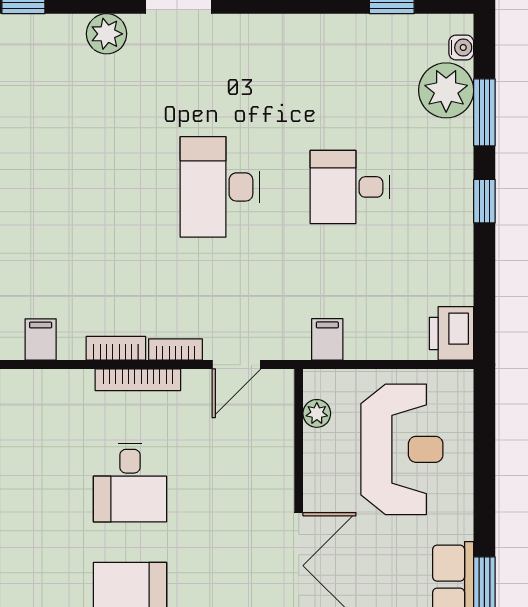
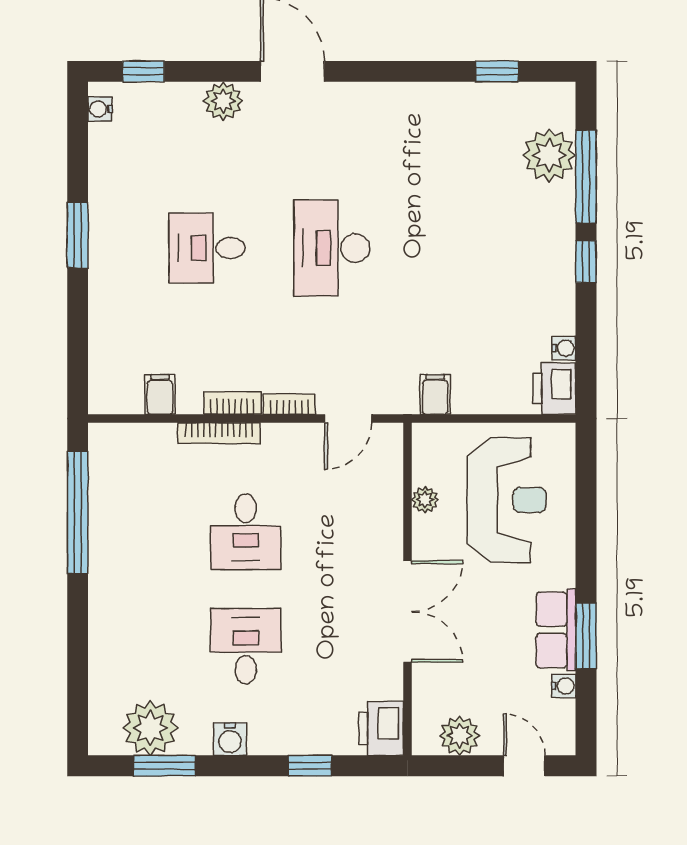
water cooler: (461, 48) -> (564, 348), moved
window: (484, 112) -> (586, 176), width x1.44
desk: (350, 187) -> (207, 248), moved
bookcase: (138, 380) -> (219, 433), moved
plant: (317, 413) -> (425, 500), moved

